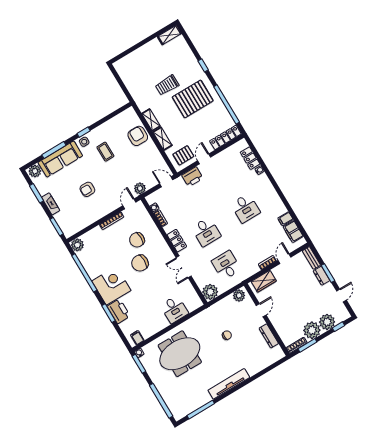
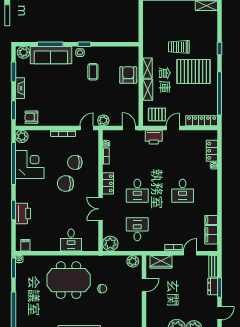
armchair: (87, 189) -> (31, 117), moved
corner desk: (111, 286) -> (30, 164), moved
dresser: (269, 336) -> (137, 311), removed
meeting table: (180, 354) -> (69, 280), moved

